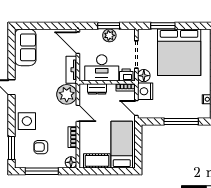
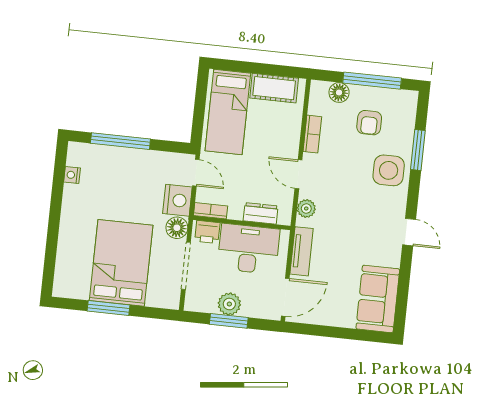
window: (163, 26) -> (108, 308), moved
door: (78, 43) -> (285, 297), hinge flipped
bed: (179, 52) -> (121, 263), width x0.73
plant: (67, 94) -> (306, 209), width x0.53, depth x0.53
armchair: (41, 147) -> (369, 123), turned 90
window: (11, 148) -> (418, 150), moved
floor lamp: (71, 162) -> (339, 92), moved

